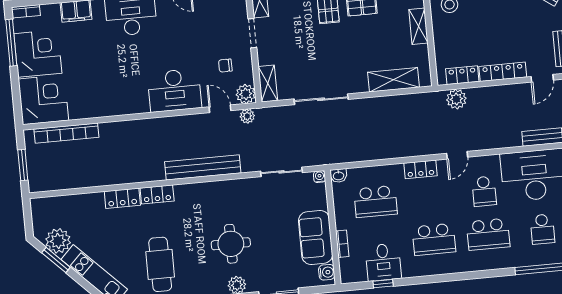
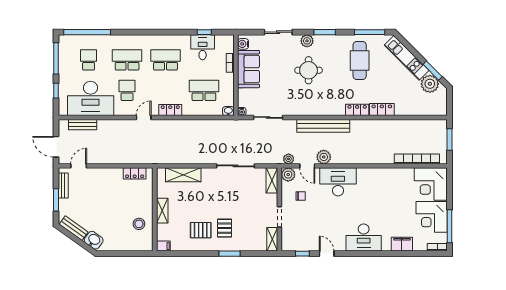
locker: (503, 72) -> (106, 173), removed
plant: (456, 99) -> (324, 157), moved

